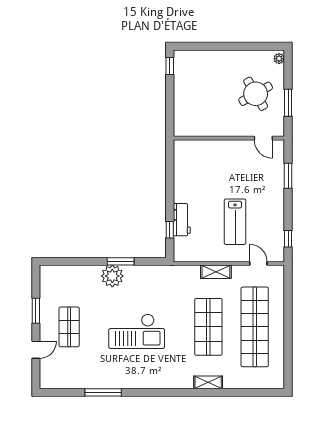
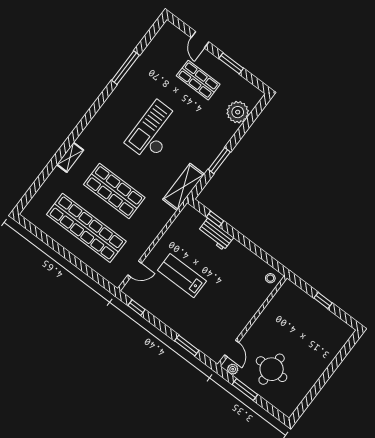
plant: (279, 59) -> (233, 369), moved
window: (170, 66) -> (323, 301), moved
round table: (256, 94) -> (272, 369), turned 30
door: (263, 138) -> (232, 349), swing flipped
stool: (184, 150) -> (270, 278), added
shelving: (216, 272) -> (184, 187), moved, width x1.50, depth x1.33
plant: (112, 276) -> (238, 112), moved

